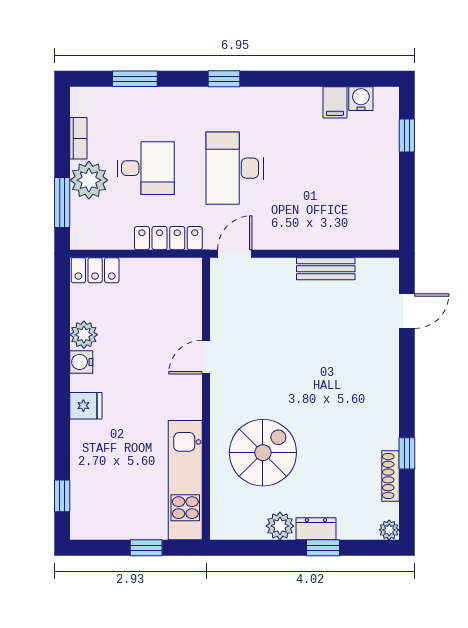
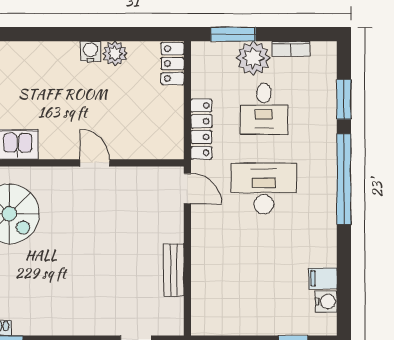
window: (224, 79) -> (344, 179), width x3.17
fridge: (86, 406) -> (51, 55), removed

